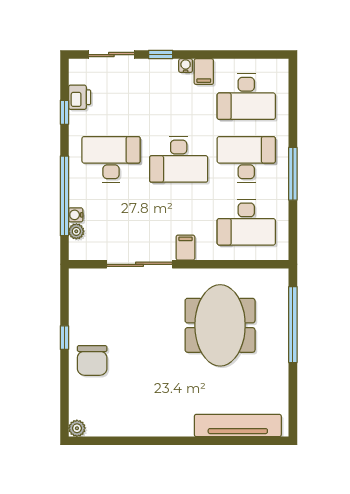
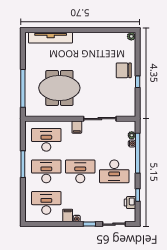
desk: (246, 159) -> (46, 171), turned 180
meeting table: (220, 325) -> (59, 88), turned 90
chair: (92, 360) -> (124, 70), turned -90

